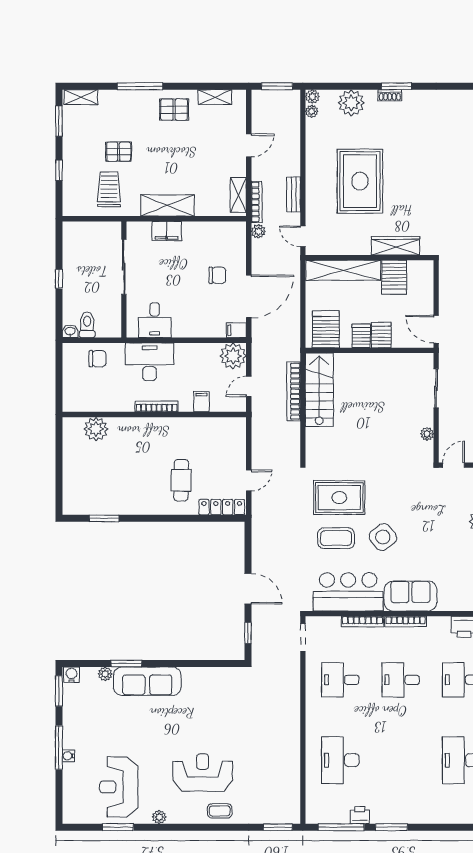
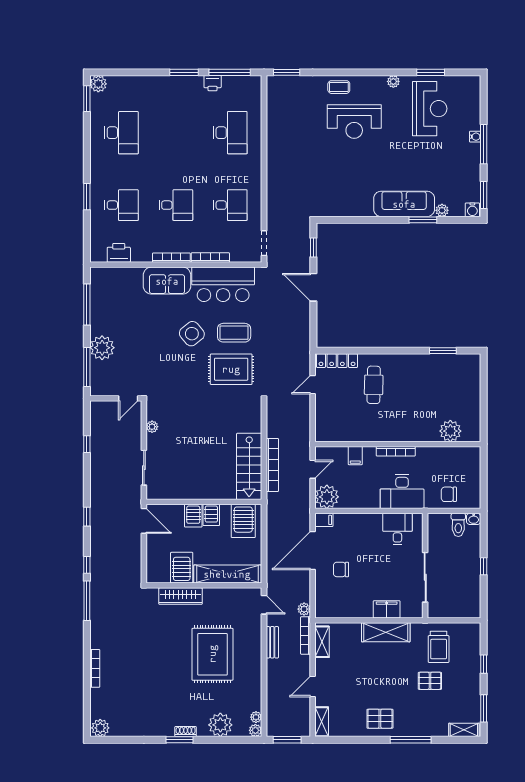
shelving: (215, 97) -> (322, 722), moved, turned 90

